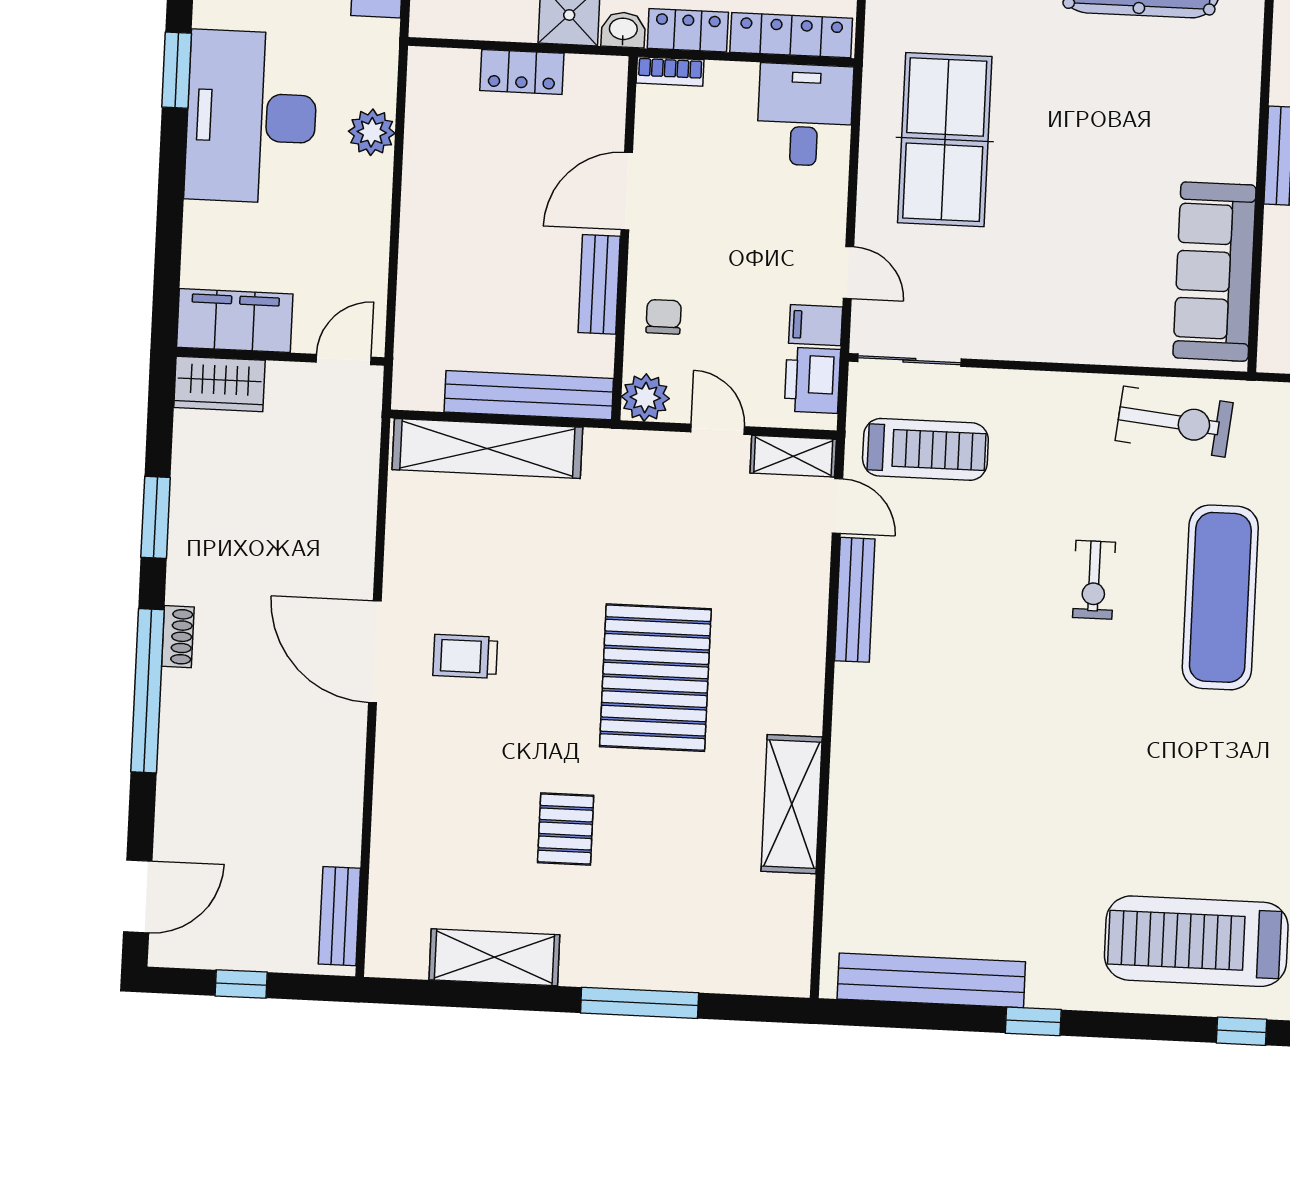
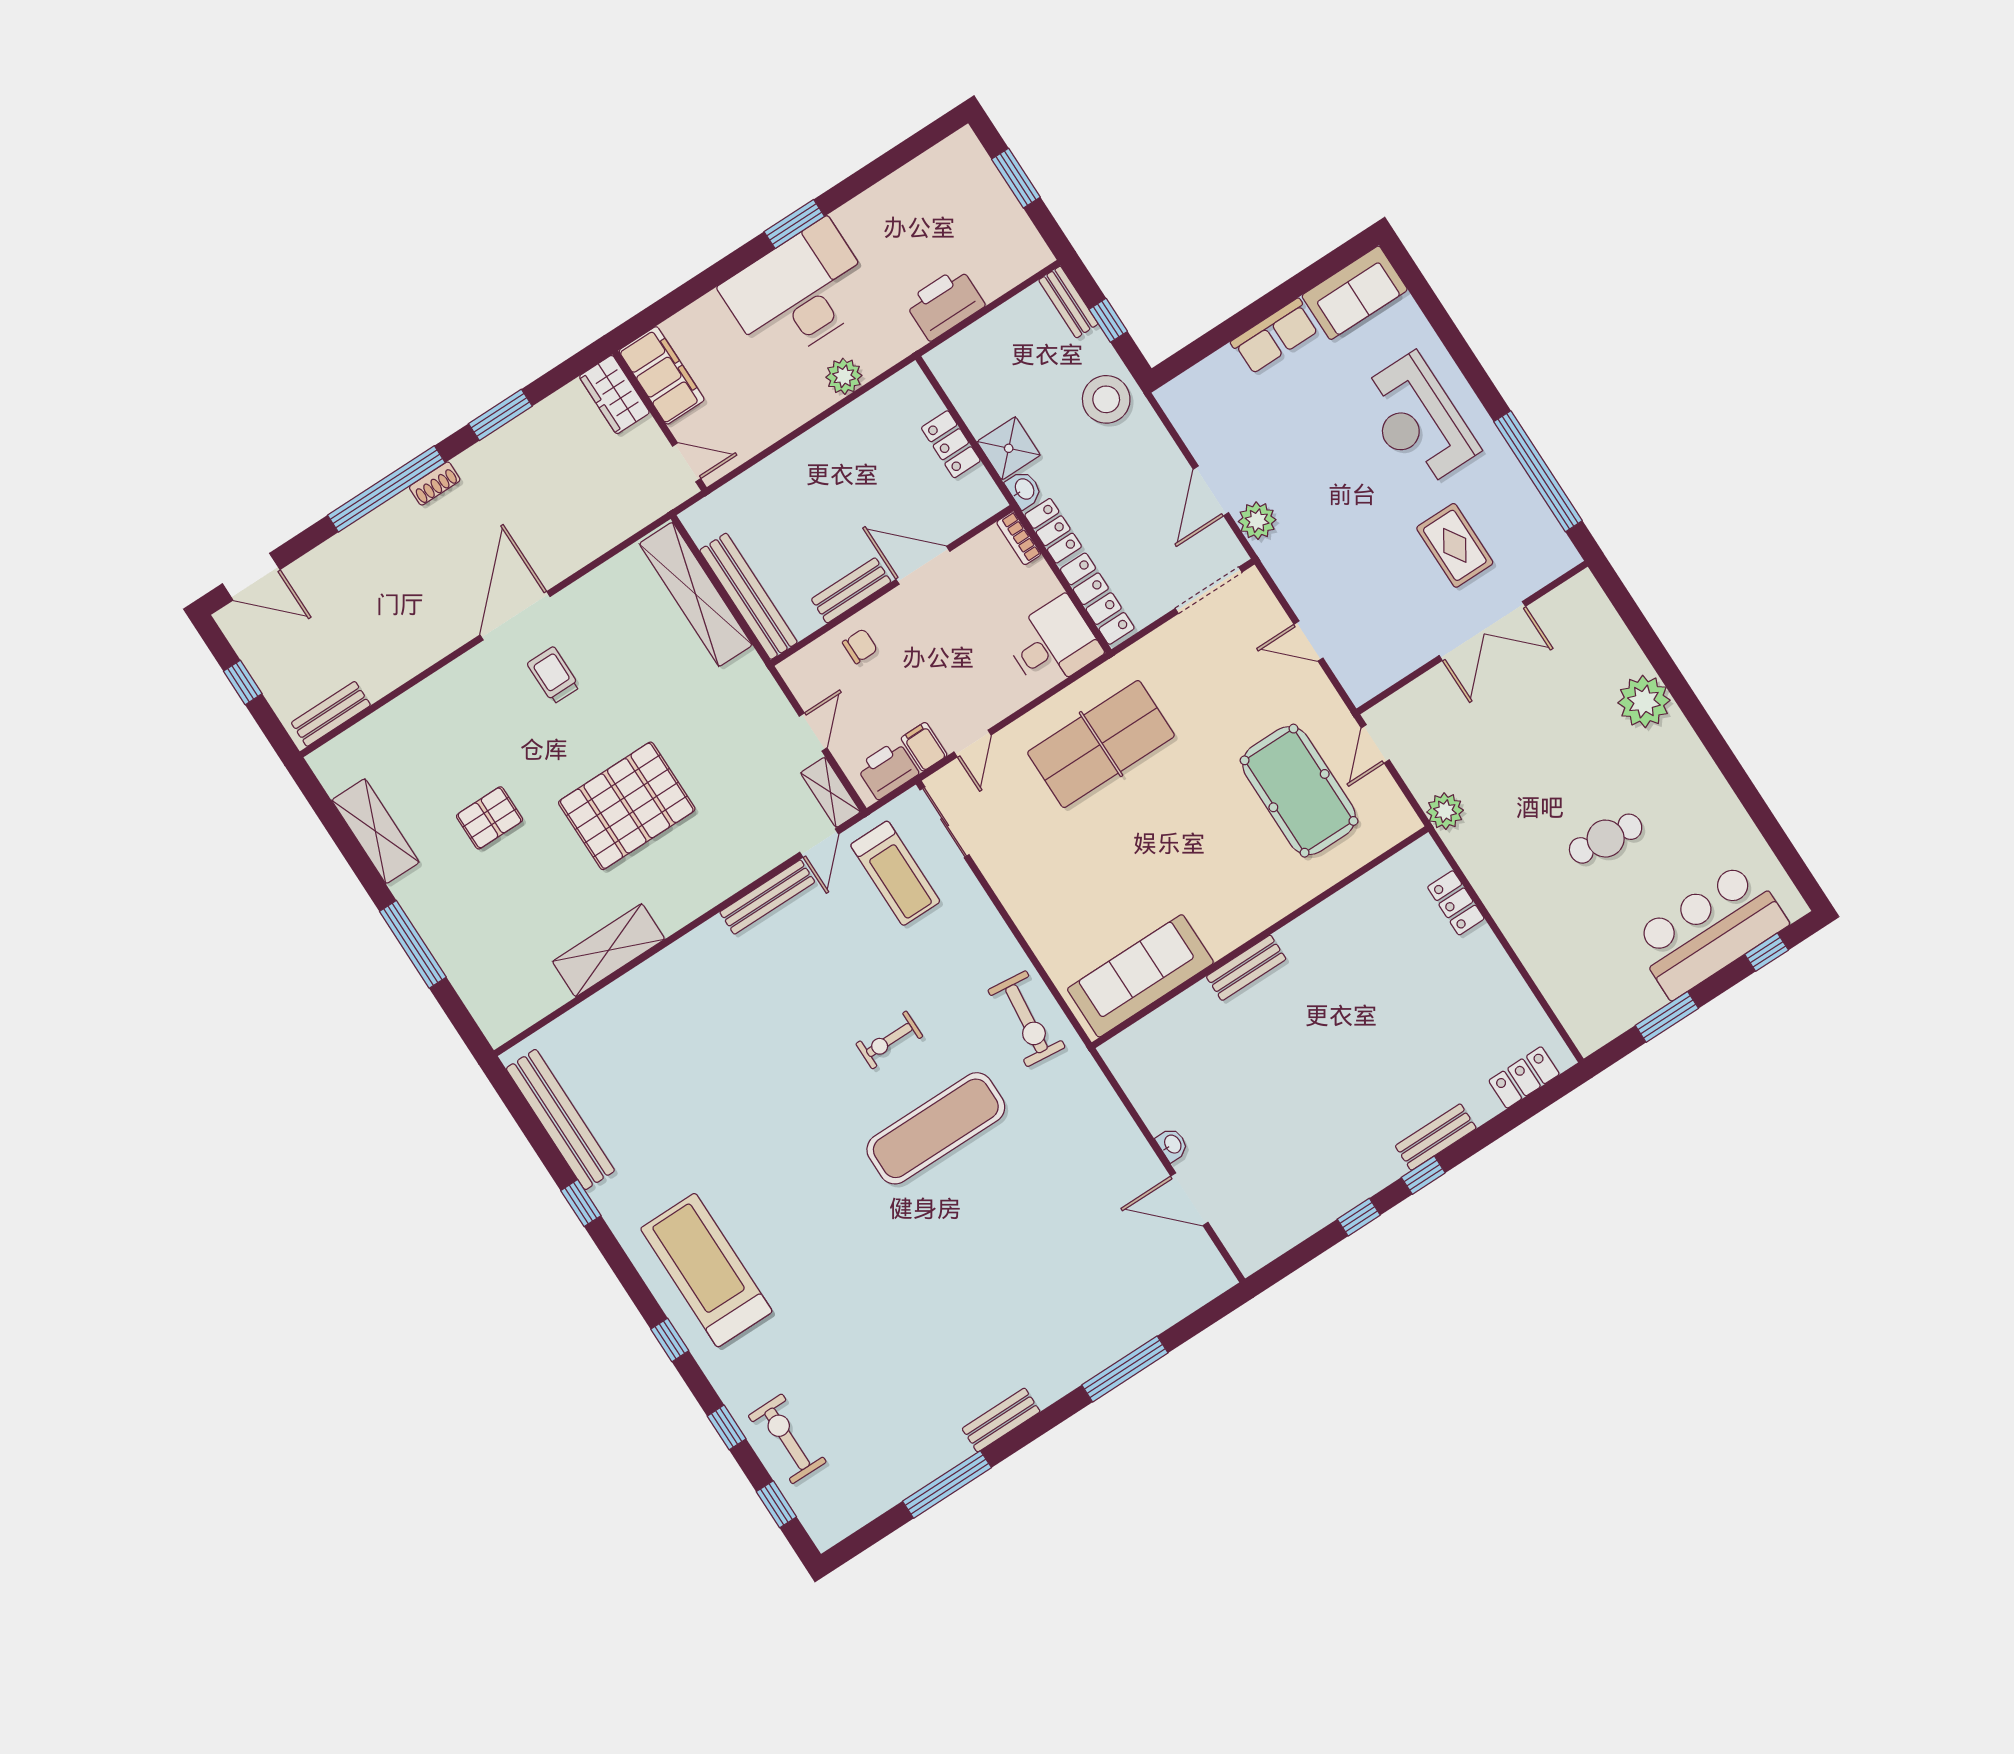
plant: (645, 397) -> (800, 671), removed

